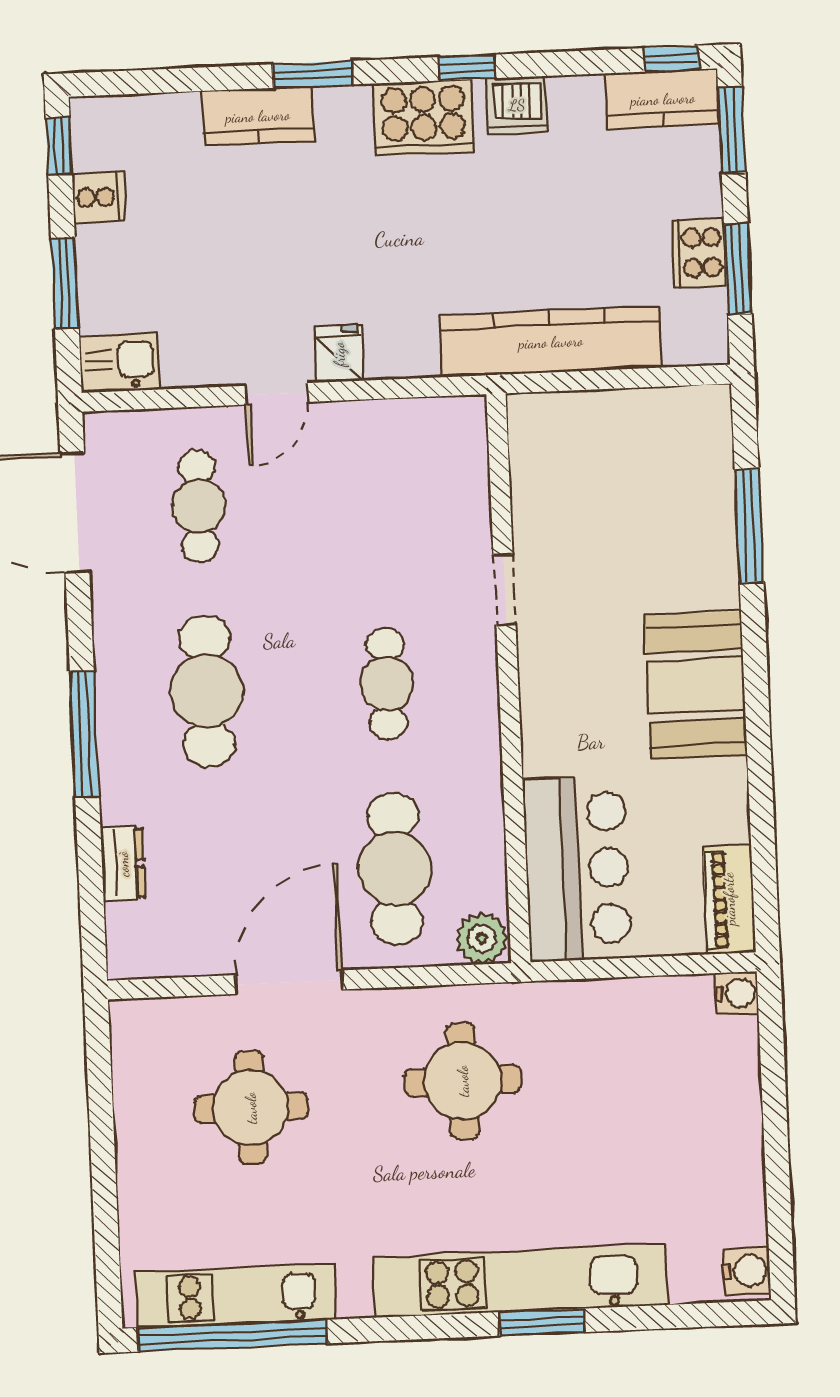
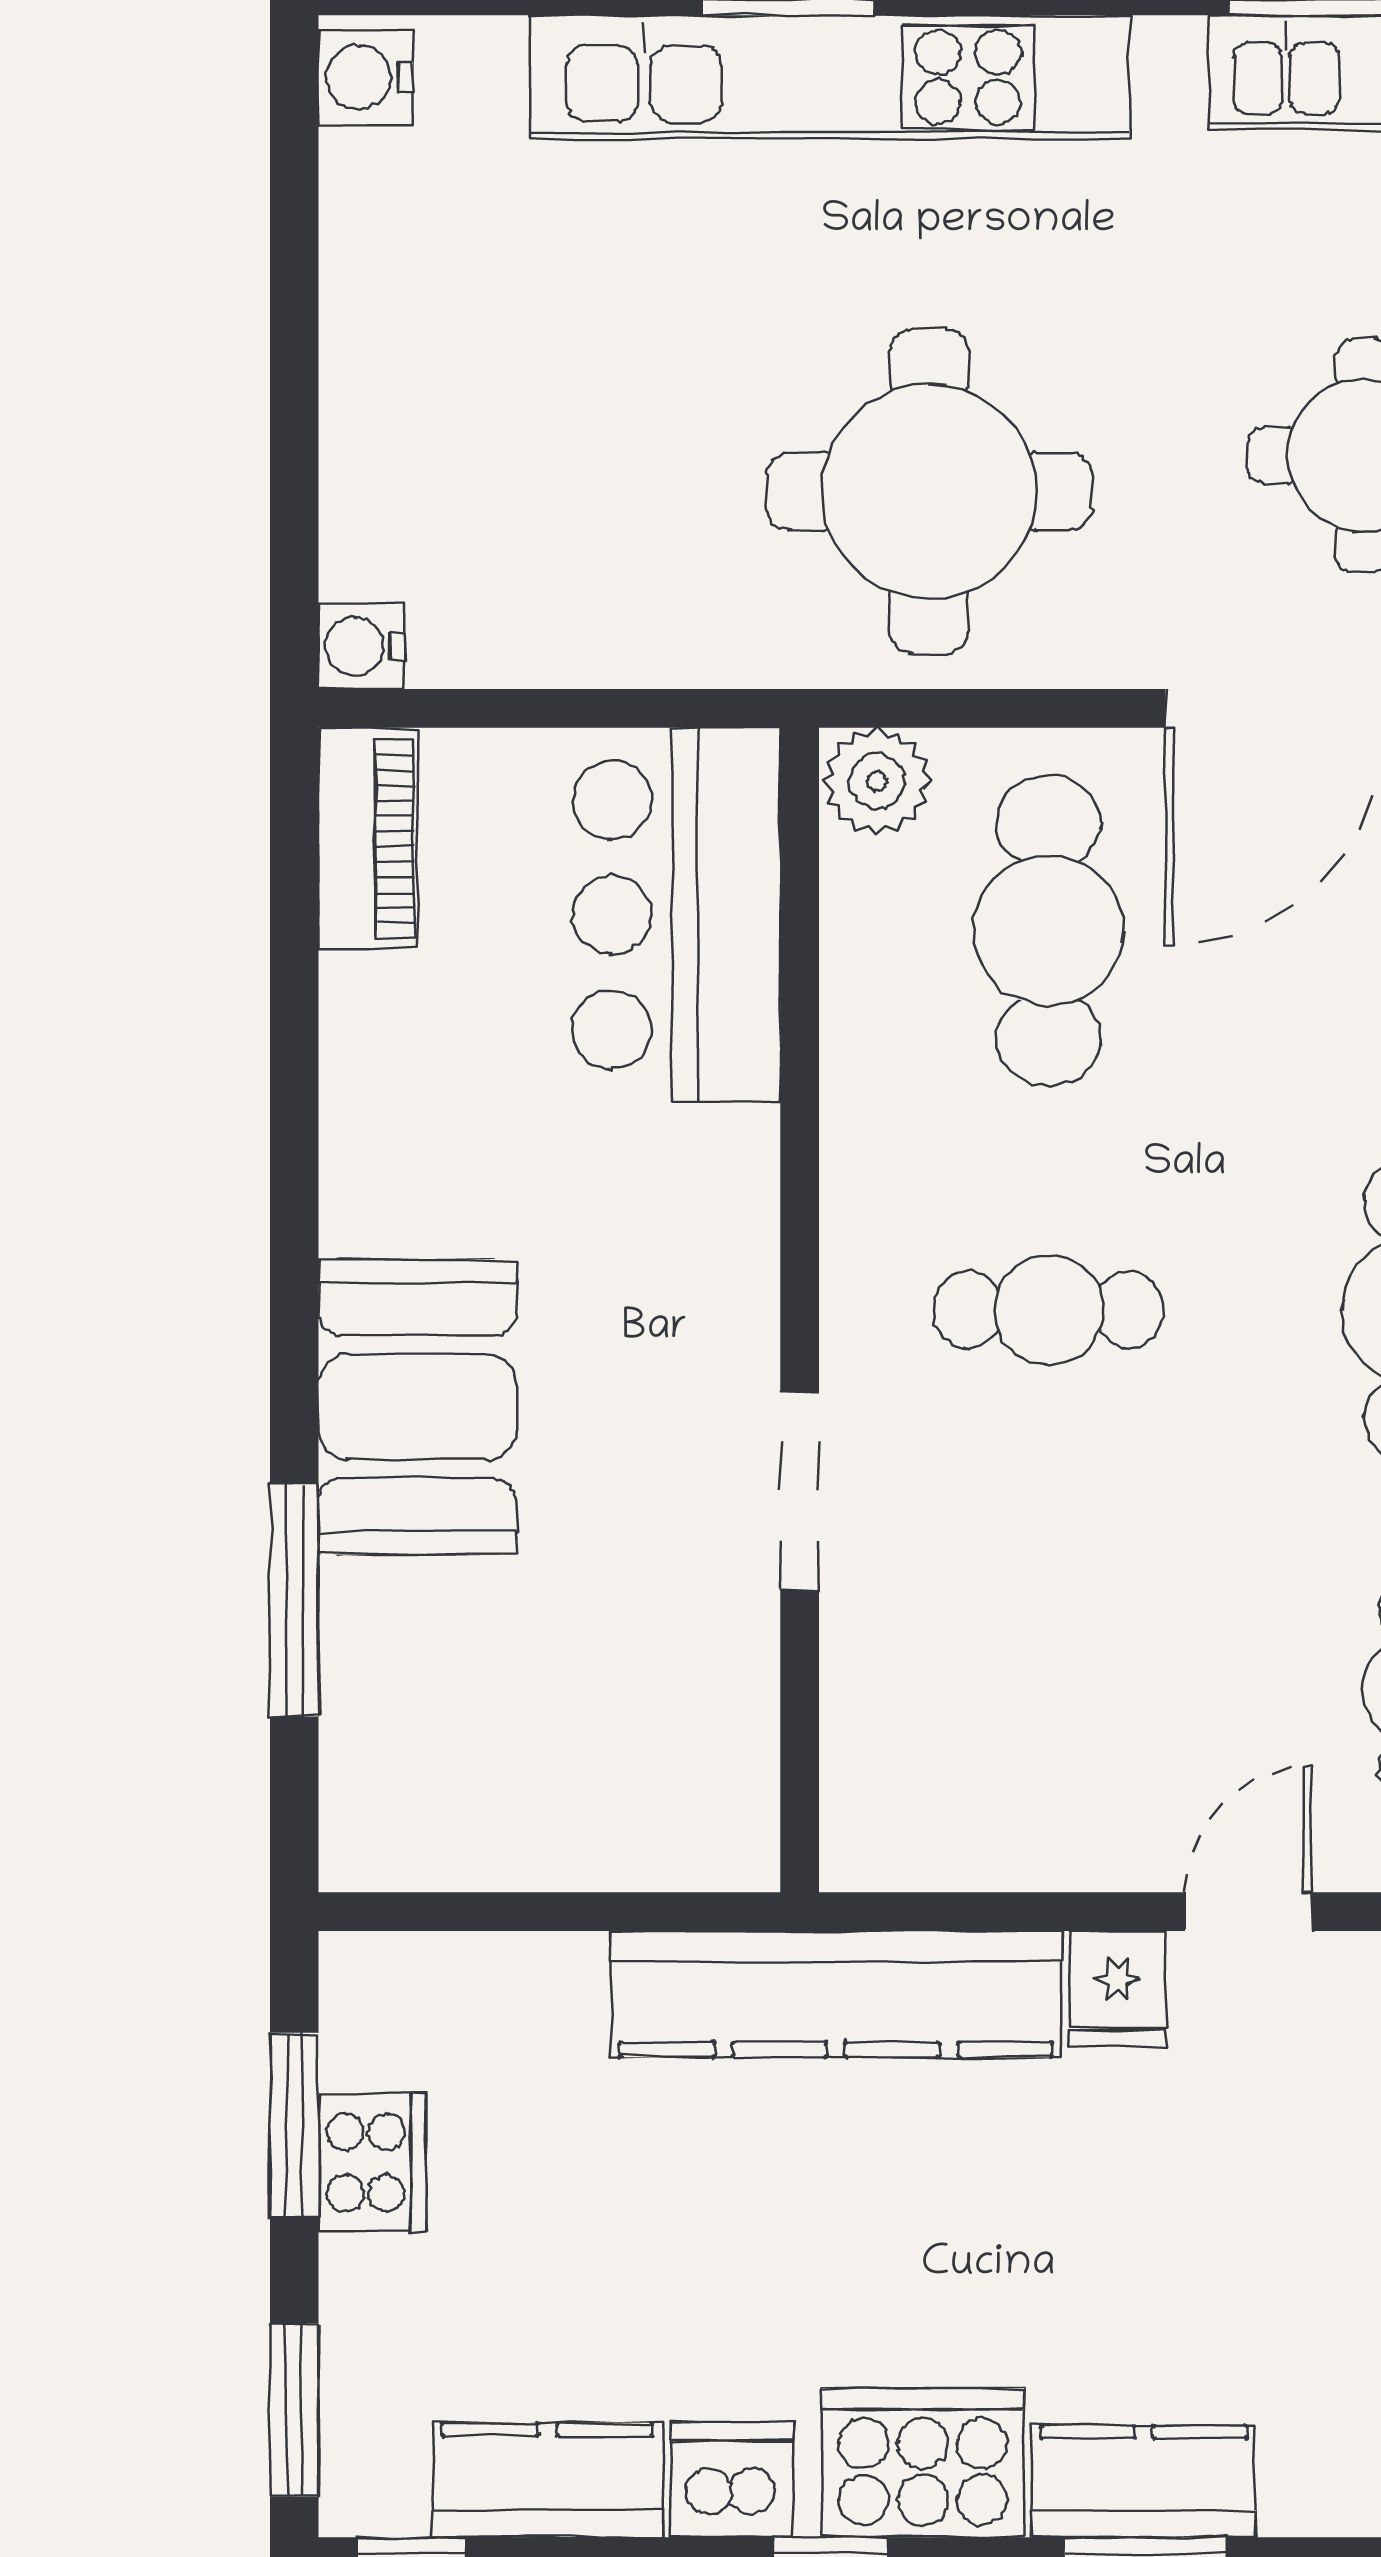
kitchen counter: (663, 99) -> (548, 2480), moved
kitchen counter: (258, 116) -> (1144, 2481), moved
kitchen counter: (551, 342) -> (836, 1994), moved
doorway: (505, 590) -> (800, 1491), width x1.38
cafe table: (387, 684) -> (1049, 1310), turned 90
booth: (696, 685) -> (417, 1407), moved
round table: (463, 1081) -> (929, 491), width x1.36, depth x1.36

